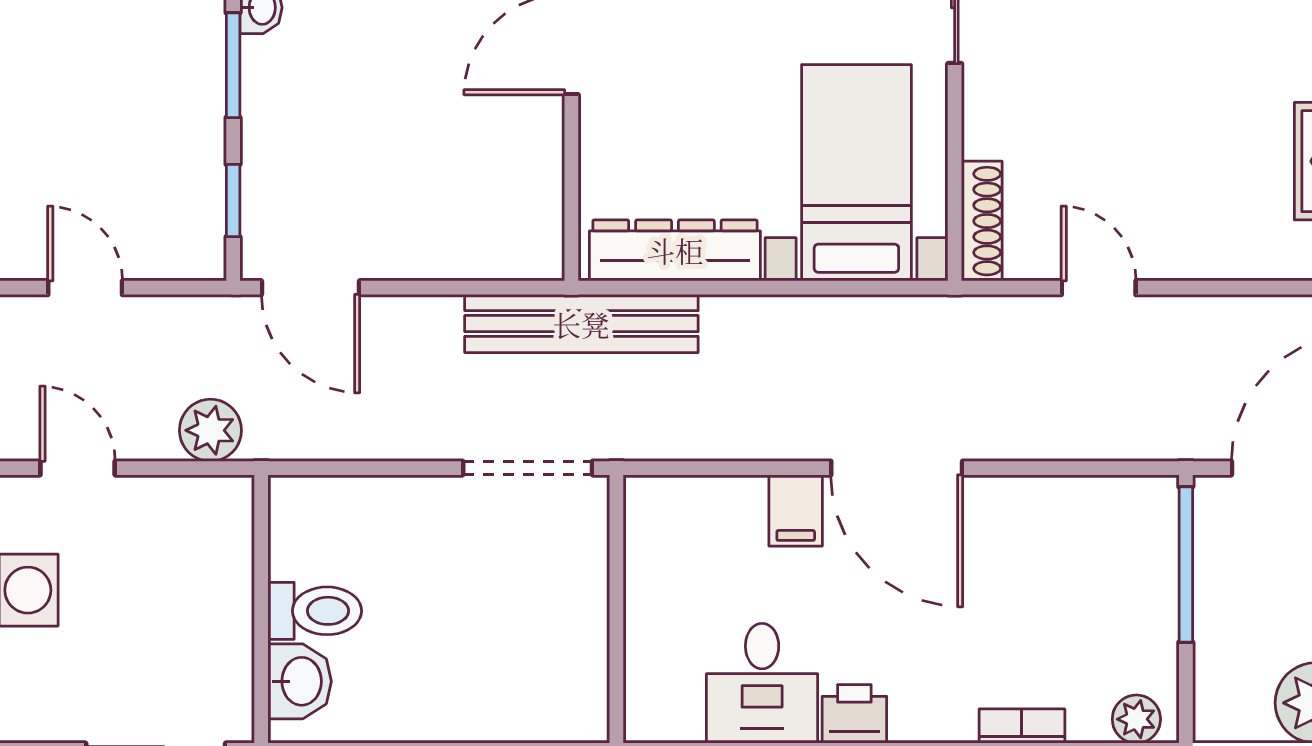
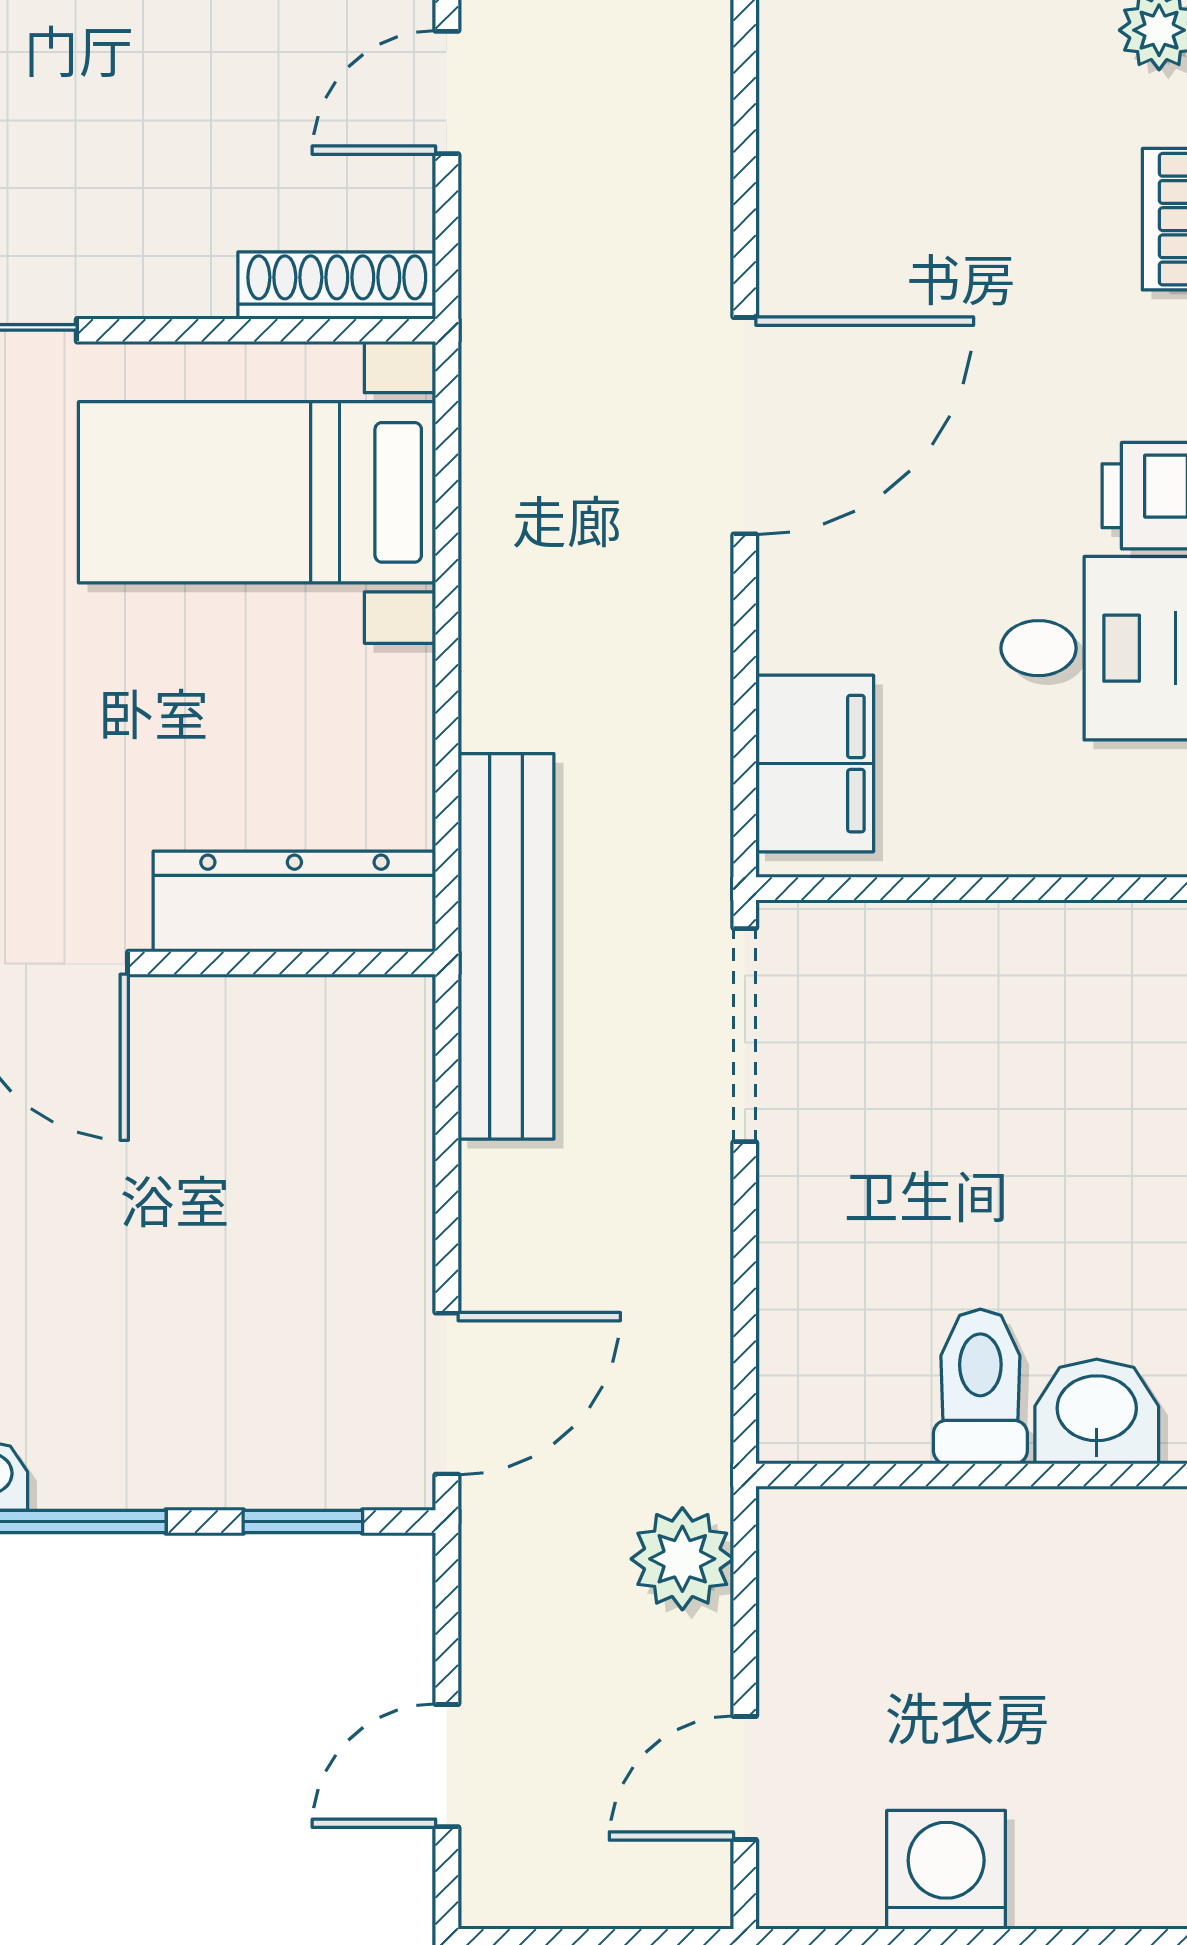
dresser: (675, 250) -> (294, 902), moved, turned 90
filing cabinet: (796, 511) -> (815, 764), moved, width x2.00

